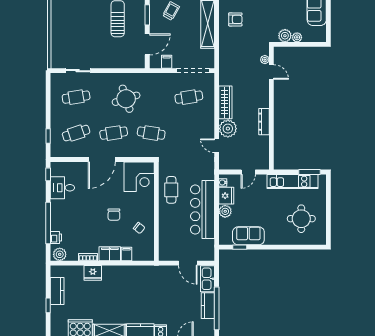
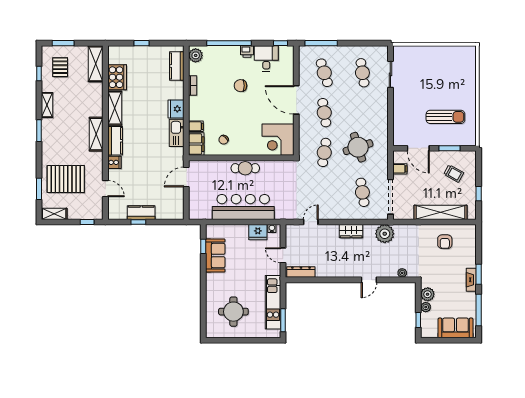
window: (309, 44) -> (418, 320), added
door: (271, 72) -> (369, 280), moved
round table: (126, 99) -> (358, 147), moved
wardrobe: (225, 102) -> (351, 231), width x0.67
dresser: (264, 122) -> (301, 272), moved
plant: (228, 129) -> (385, 234), moved
window: (48, 136) -> (321, 43), width x2.17
cafe table: (171, 190) -> (245, 168), moved
plant: (225, 211) -> (241, 231), removed
chair: (114, 215) -> (240, 86), moved
printer: (56, 238) -> (247, 51), moved
filing cabinet: (110, 254) -> (196, 144), moved
door: (188, 263) -> (186, 177), moved
fridge: (93, 273) -> (176, 109), moved
kitchen sink: (208, 279) -> (177, 133), moved, turned -90
kitchen counter: (57, 291) -> (177, 66), moved, turned 90
window: (217, 308) -> (138, 222), width x0.32

